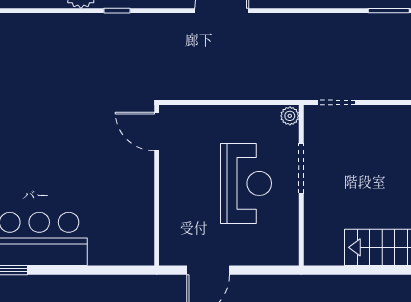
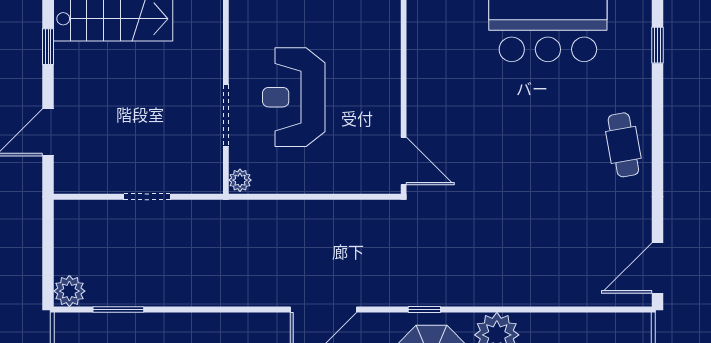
window: (117, 11) -> (424, 310), moved
doorway: (337, 102) -> (147, 197), moved

